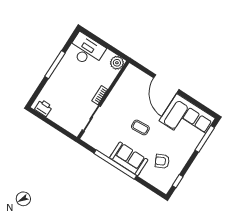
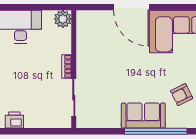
coffee table: (140, 127) -> (134, 73), removed
window: (115, 165) -> (156, 131), moved

